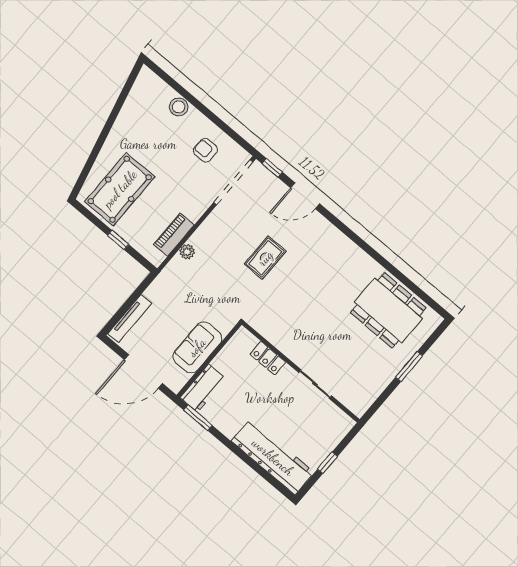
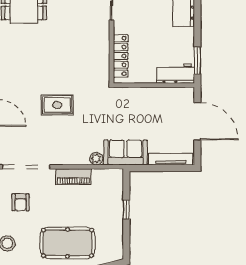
pool table: (120, 189) -> (67, 243), moved
piano: (174, 235) -> (73, 176), moved
sofa: (197, 347) -> (126, 152), moved, turned 180
locker: (268, 358) -> (121, 56), width x1.53

